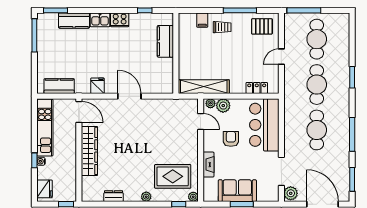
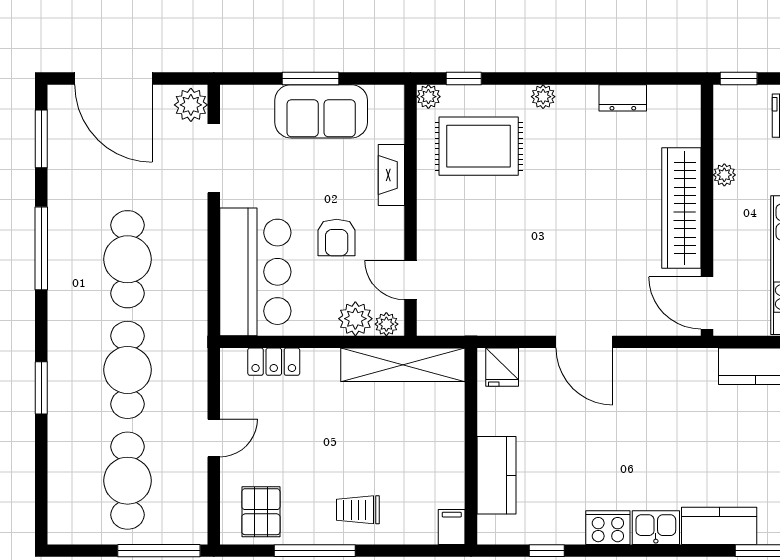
filing cabinet: (202, 20) -> (452, 527), moved
pallet: (262, 26) -> (261, 512), turned 90
fridge: (97, 86) -> (502, 367), moved
plant: (72, 165) -> (724, 175), added

